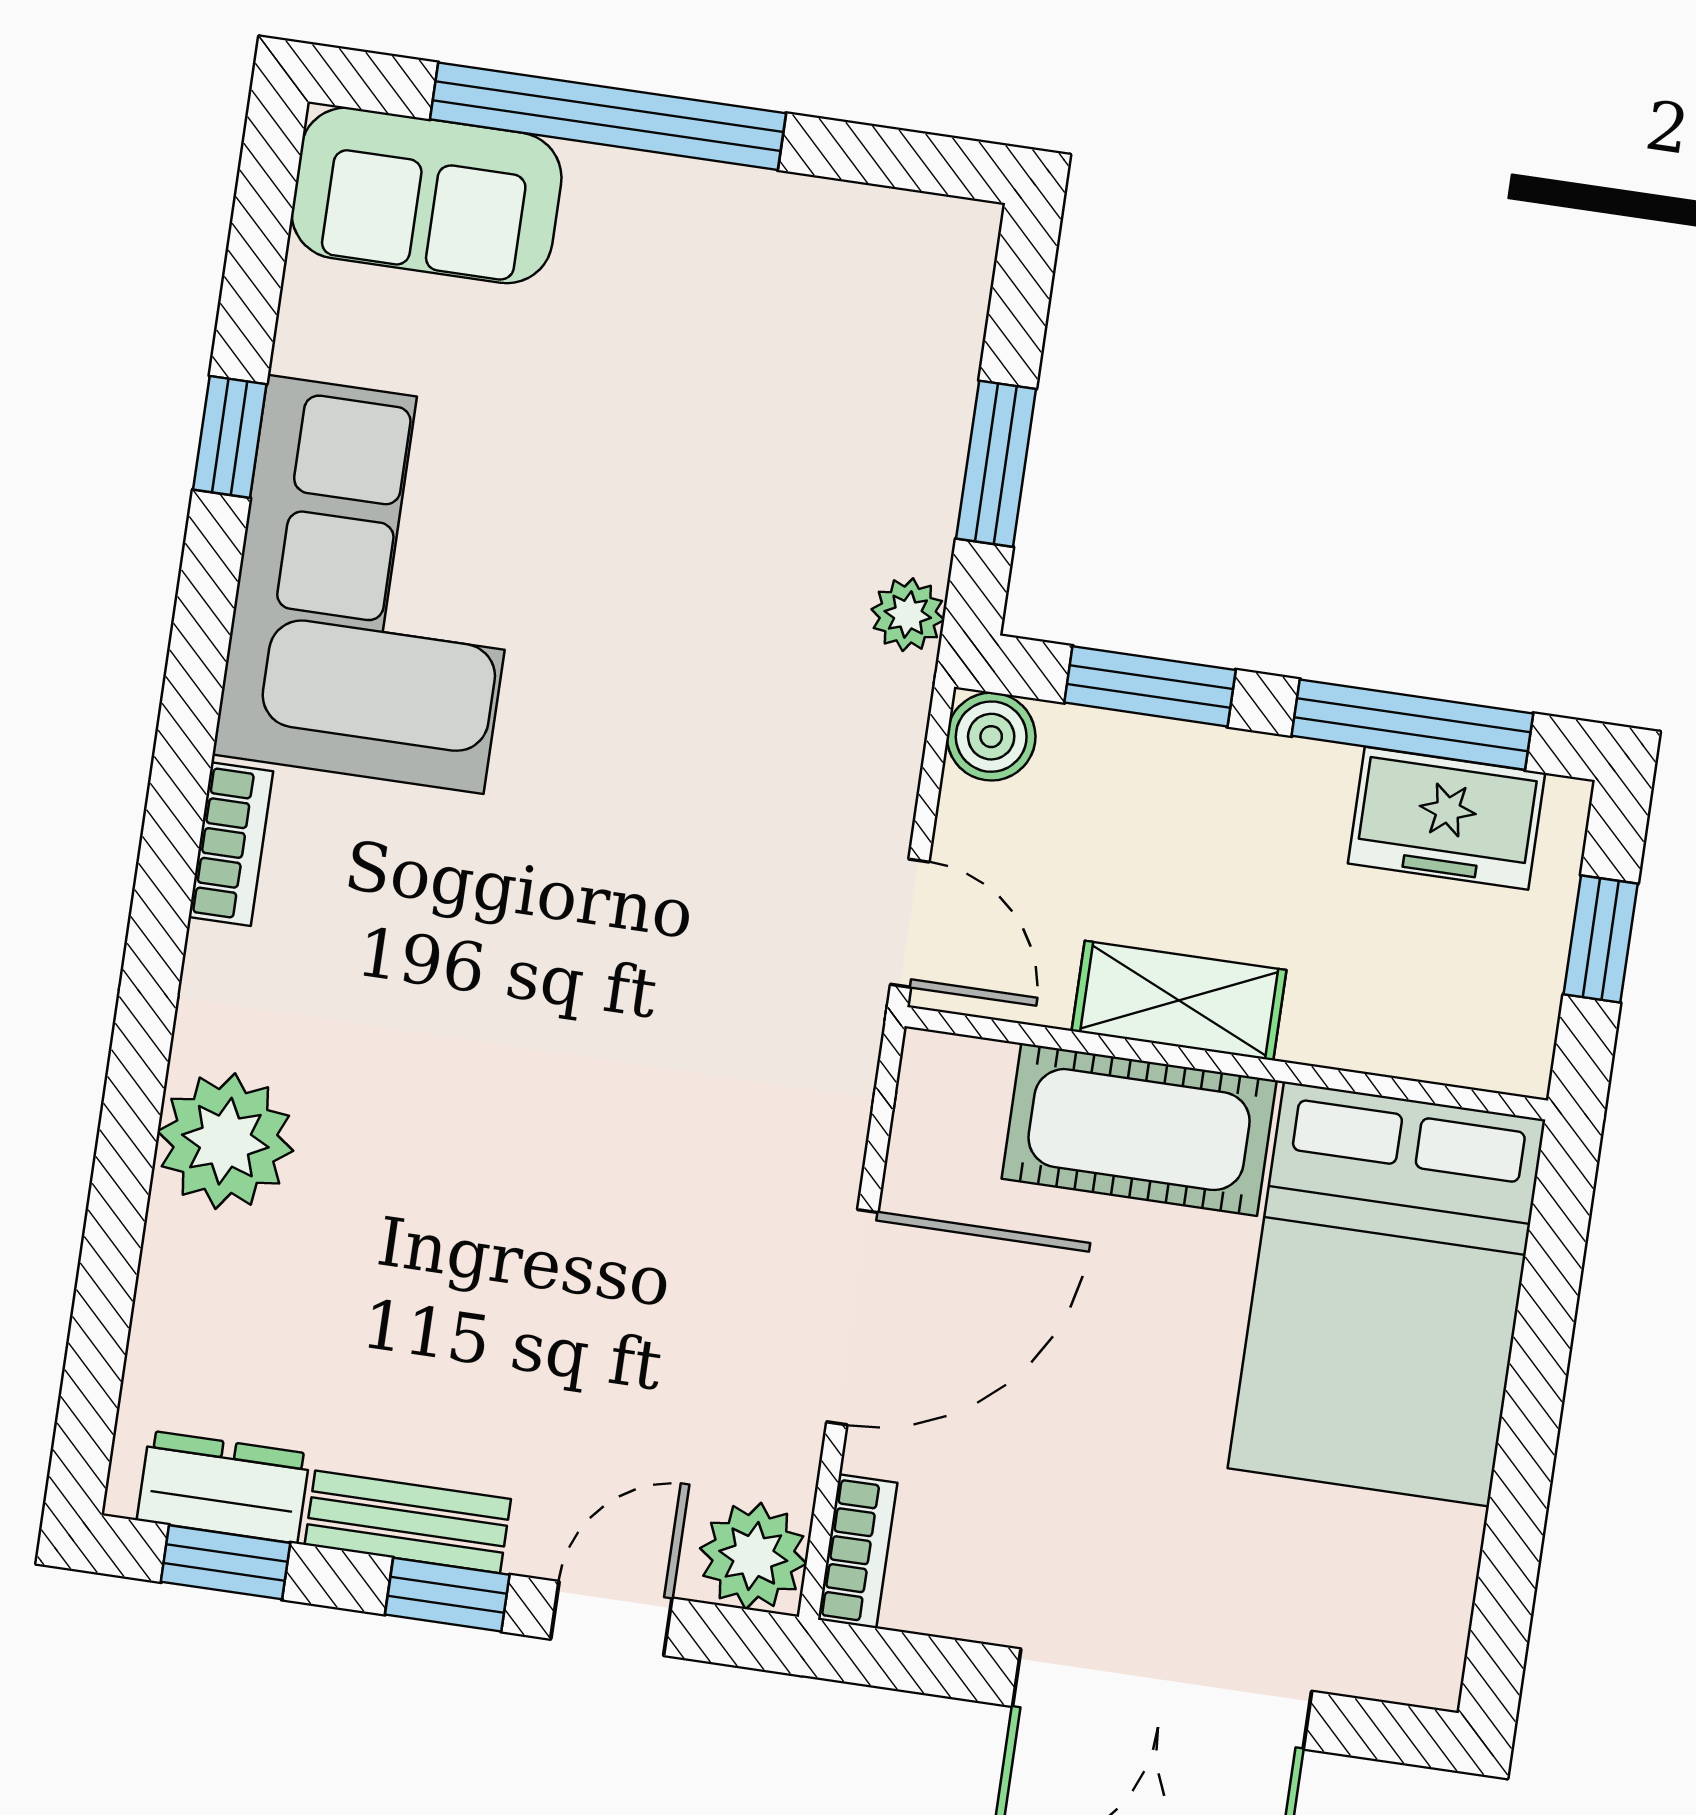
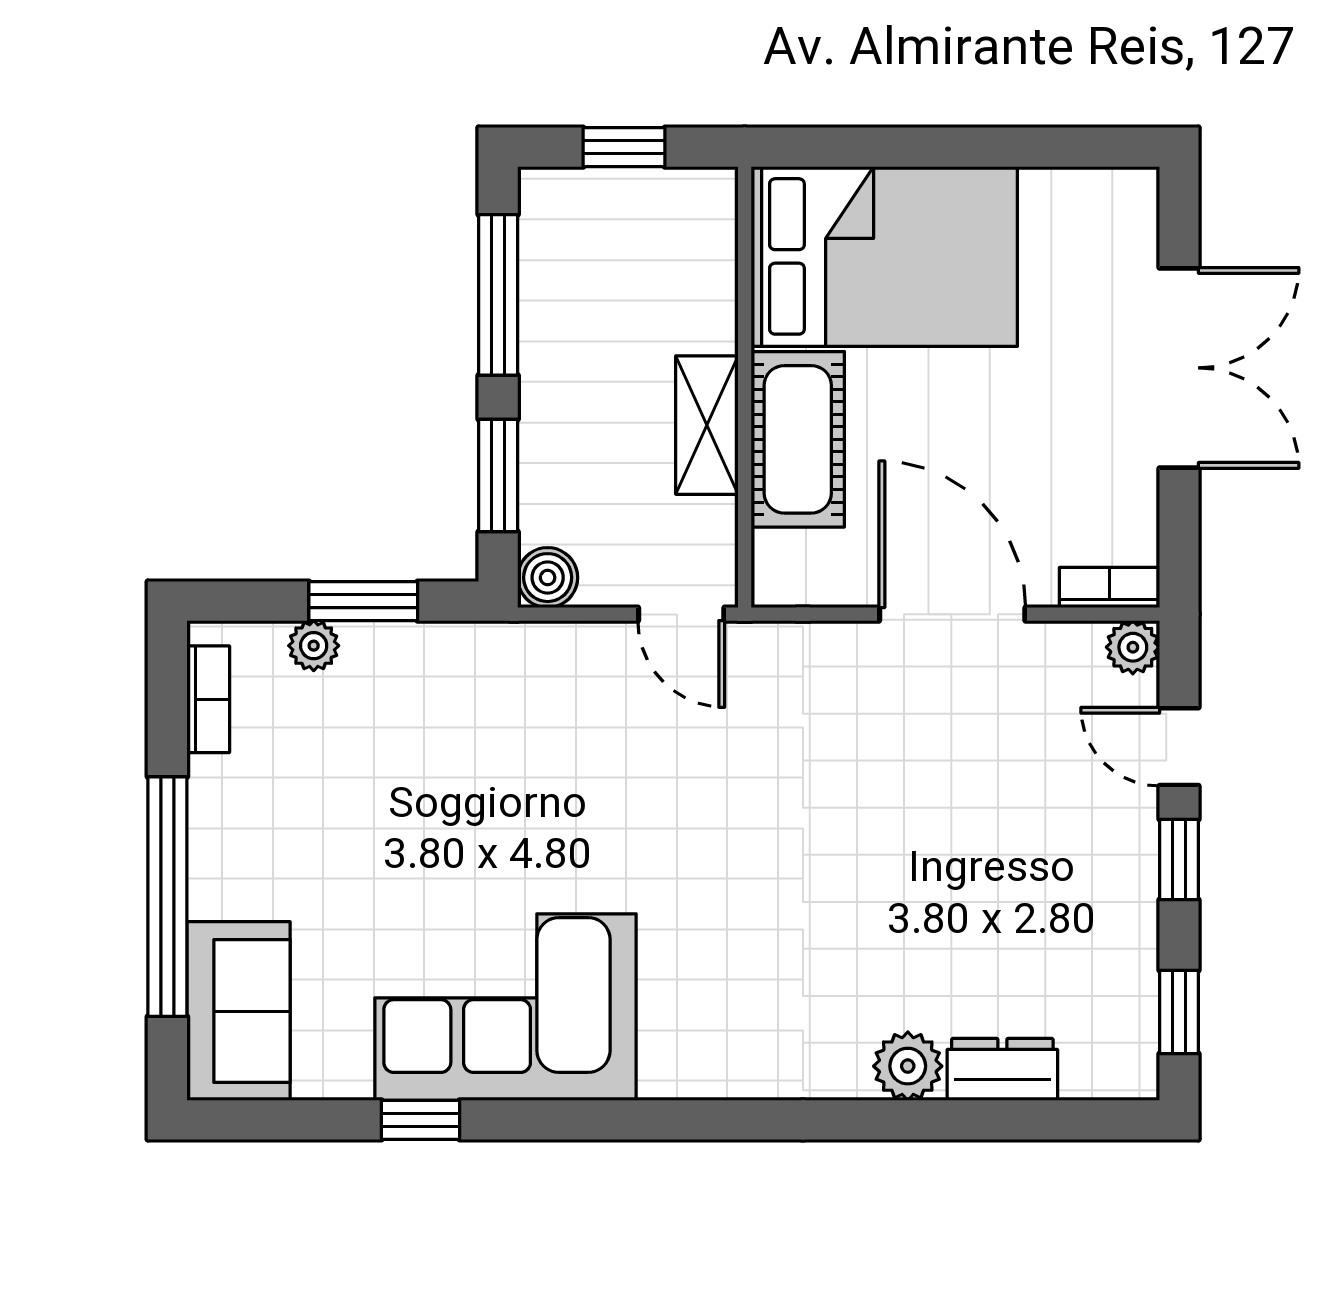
plant: (908, 615) -> (314, 646), moved
freezer: (1446, 818) -> (558, 263), removed
bookcase: (231, 844) -> (208, 699), moved, turned 90
door: (910, 923) -> (681, 614), swing flipped
plant: (225, 1141) -> (908, 1066), width x0.73, depth x0.73
dresser: (223, 1487) -> (1002, 1069), moved, turned 90
bench: (408, 1522) -> (1134, 893), removed
plant: (753, 1556) -> (1133, 647), width x0.73, depth x0.73

